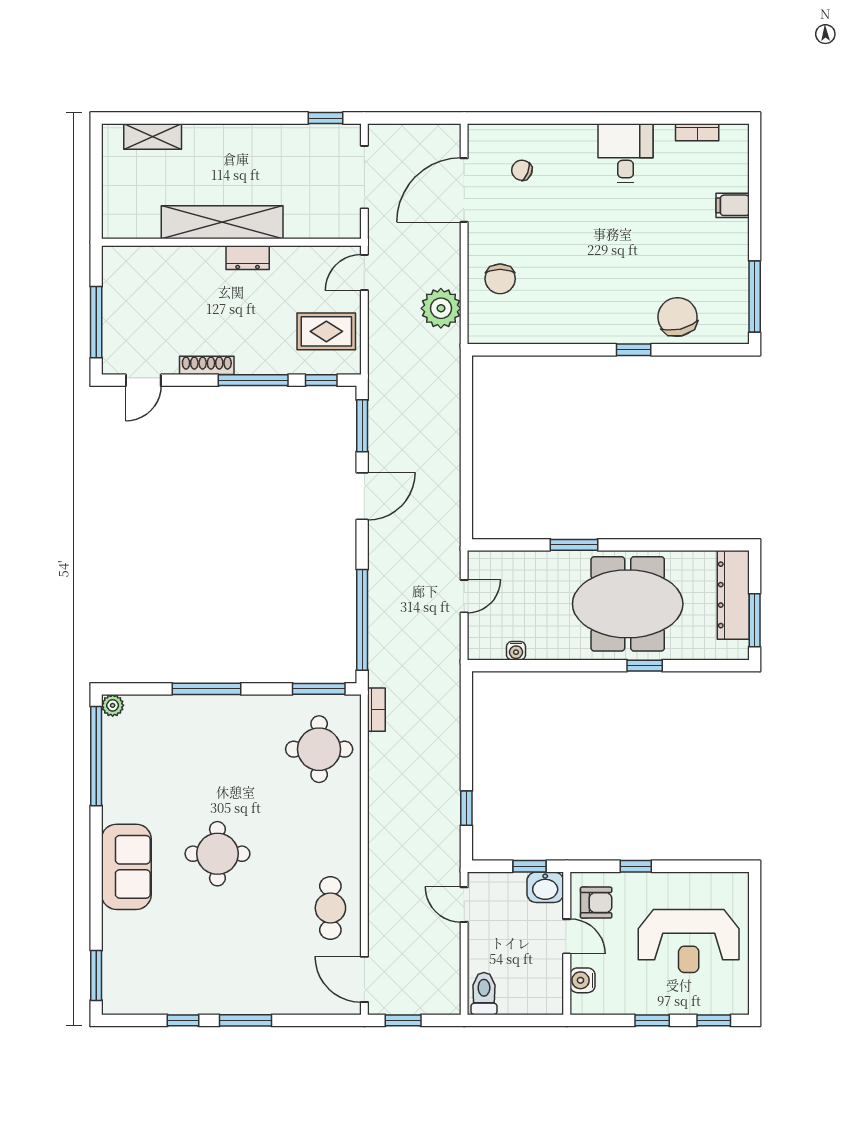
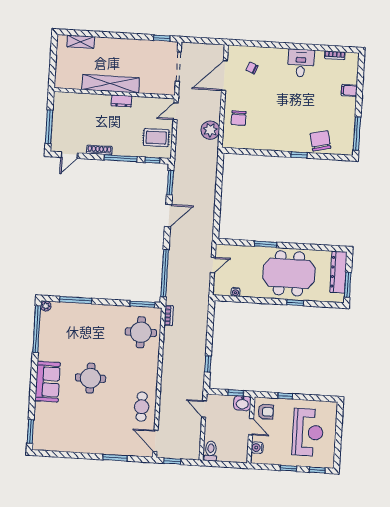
window: (206, 689) -> (76, 300), moved
reception desk: (689, 941) -> (308, 432), turned -90
window: (183, 1020) -> (70, 455), removed
window: (245, 1020) -> (115, 458), moved

